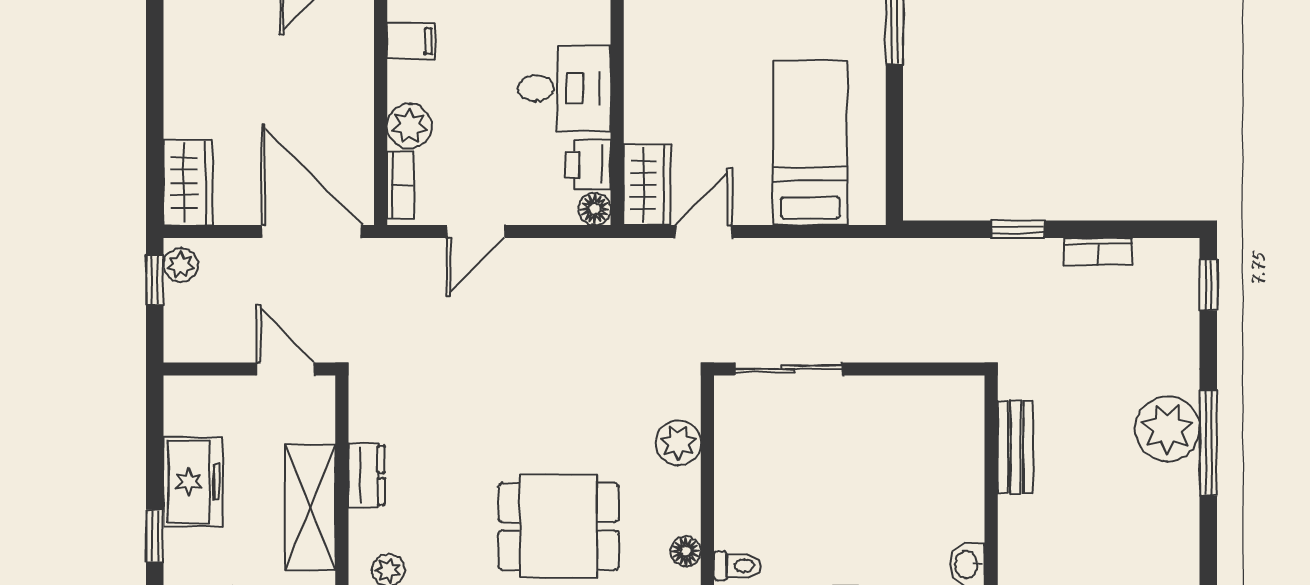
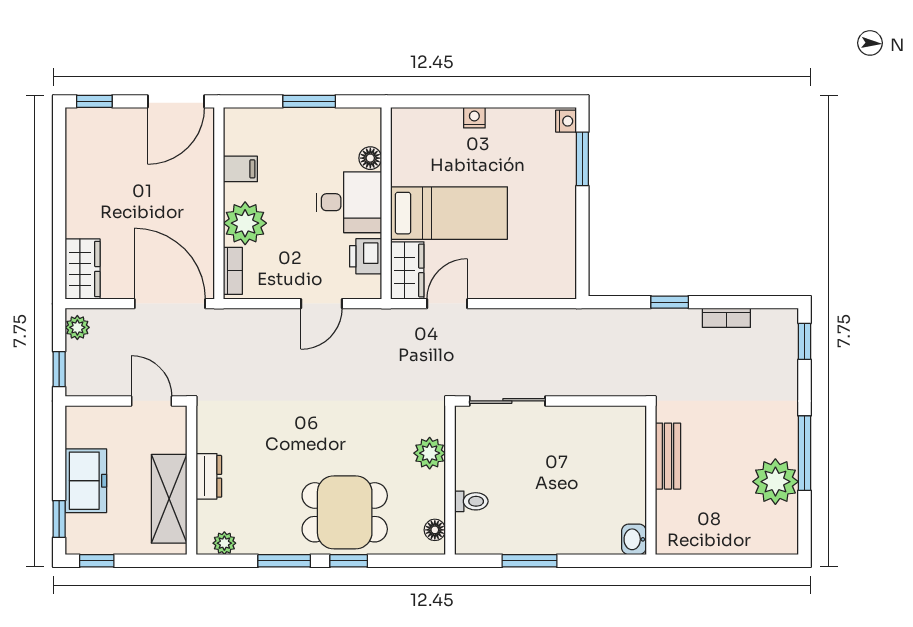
plant: (409, 126) -> (245, 223), width x1.36, depth x1.36
bed: (810, 143) -> (449, 213), moved, turned 90
floor lamp: (595, 209) -> (370, 158), moved
door: (476, 231) -> (322, 304), moved
window: (155, 280) -> (59, 369), moved
plant: (1167, 429) -> (775, 482), moved
toilet: (737, 566) -> (471, 501), moved

